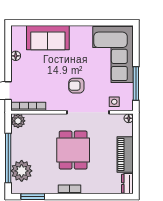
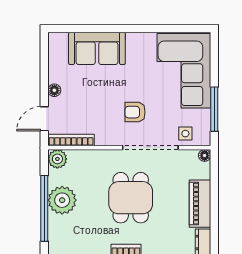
floor lamp: (16, 56) -> (54, 90), moved
plant: (22, 171) -> (62, 200), moved

